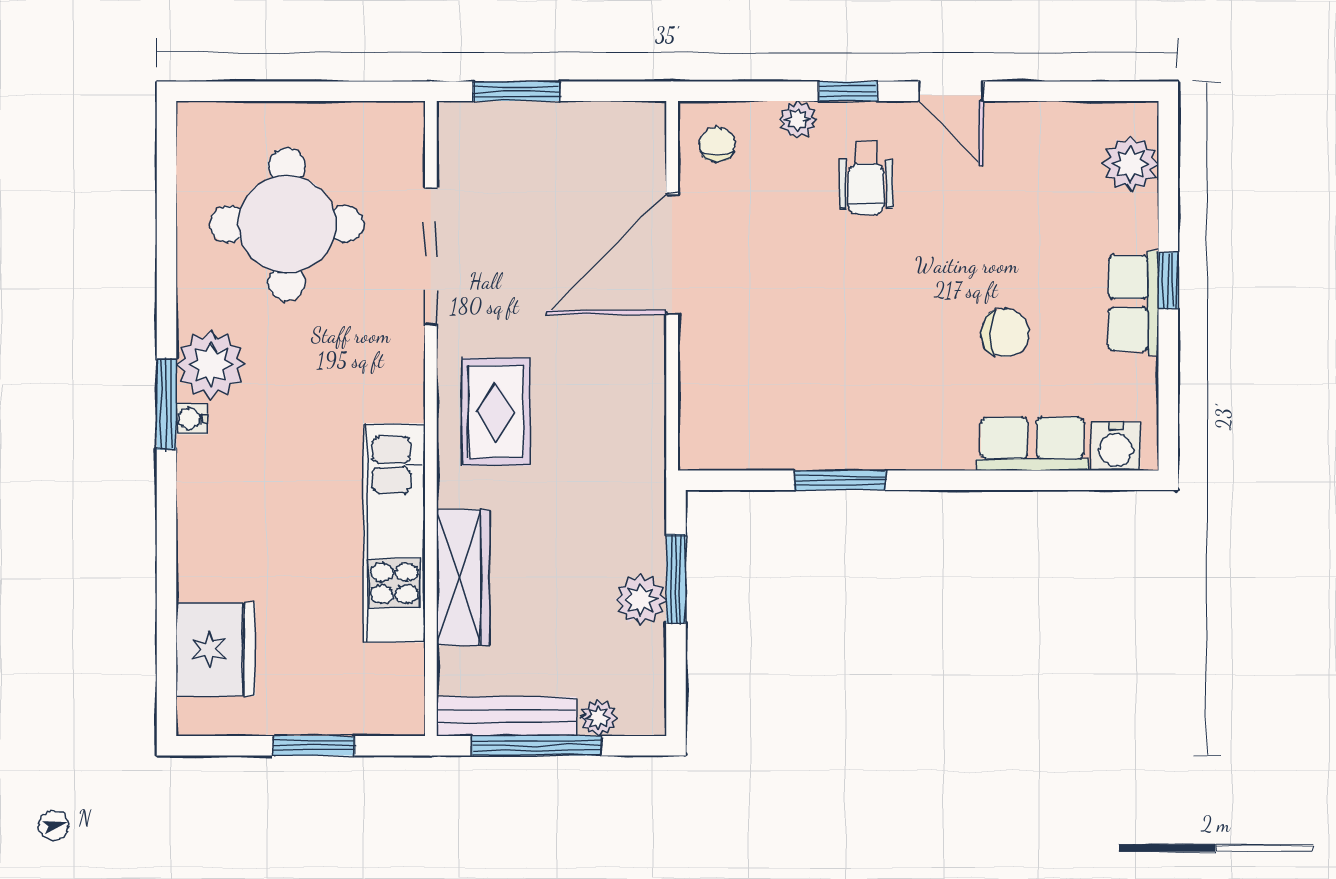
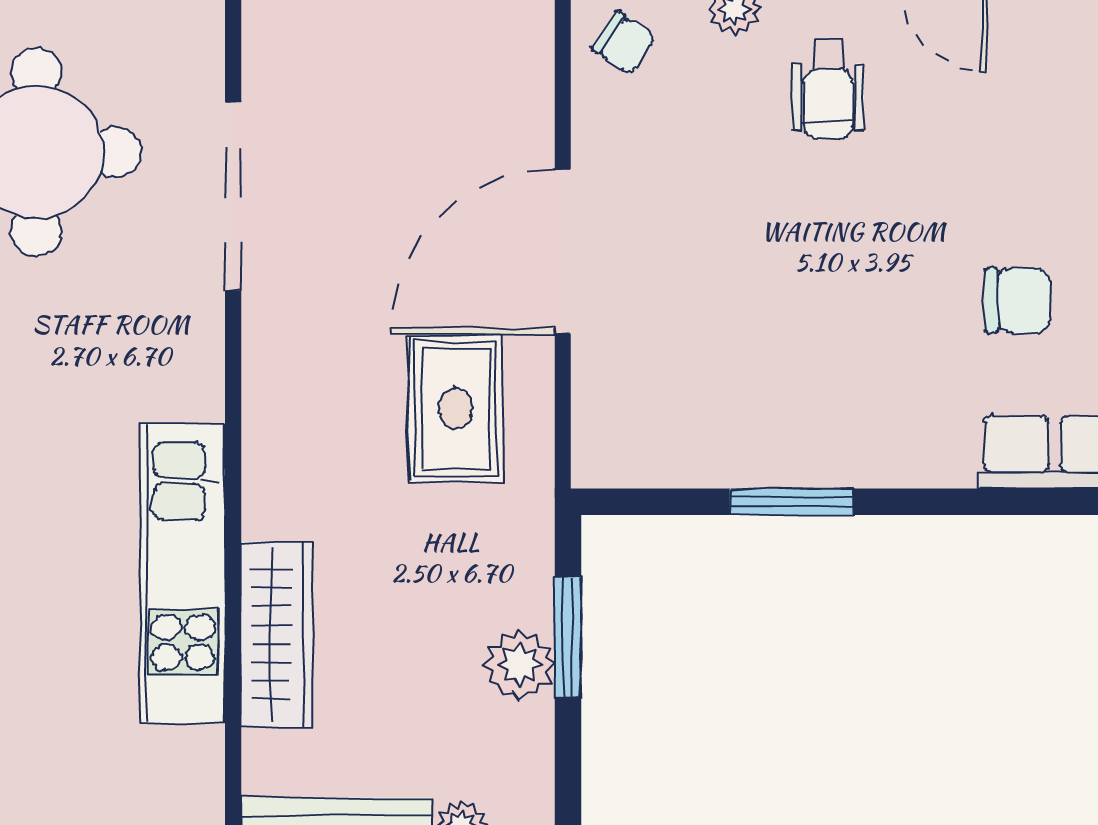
chair: (717, 144) -> (624, 43), turned 125
door: (672, 254) -> (563, 251), moved
rug: (496, 412) -> (455, 408), moved

